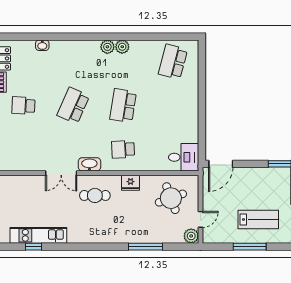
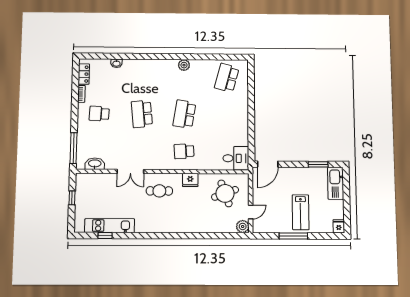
plant: (107, 47) -> (172, 65), removed
school desk: (73, 106) -> (142, 114), turned -30
washbasin: (89, 164) -> (95, 164), moved
lab bench: (258, 219) -> (301, 212), turned 90
window: (145, 247) -> (203, 236), removed

